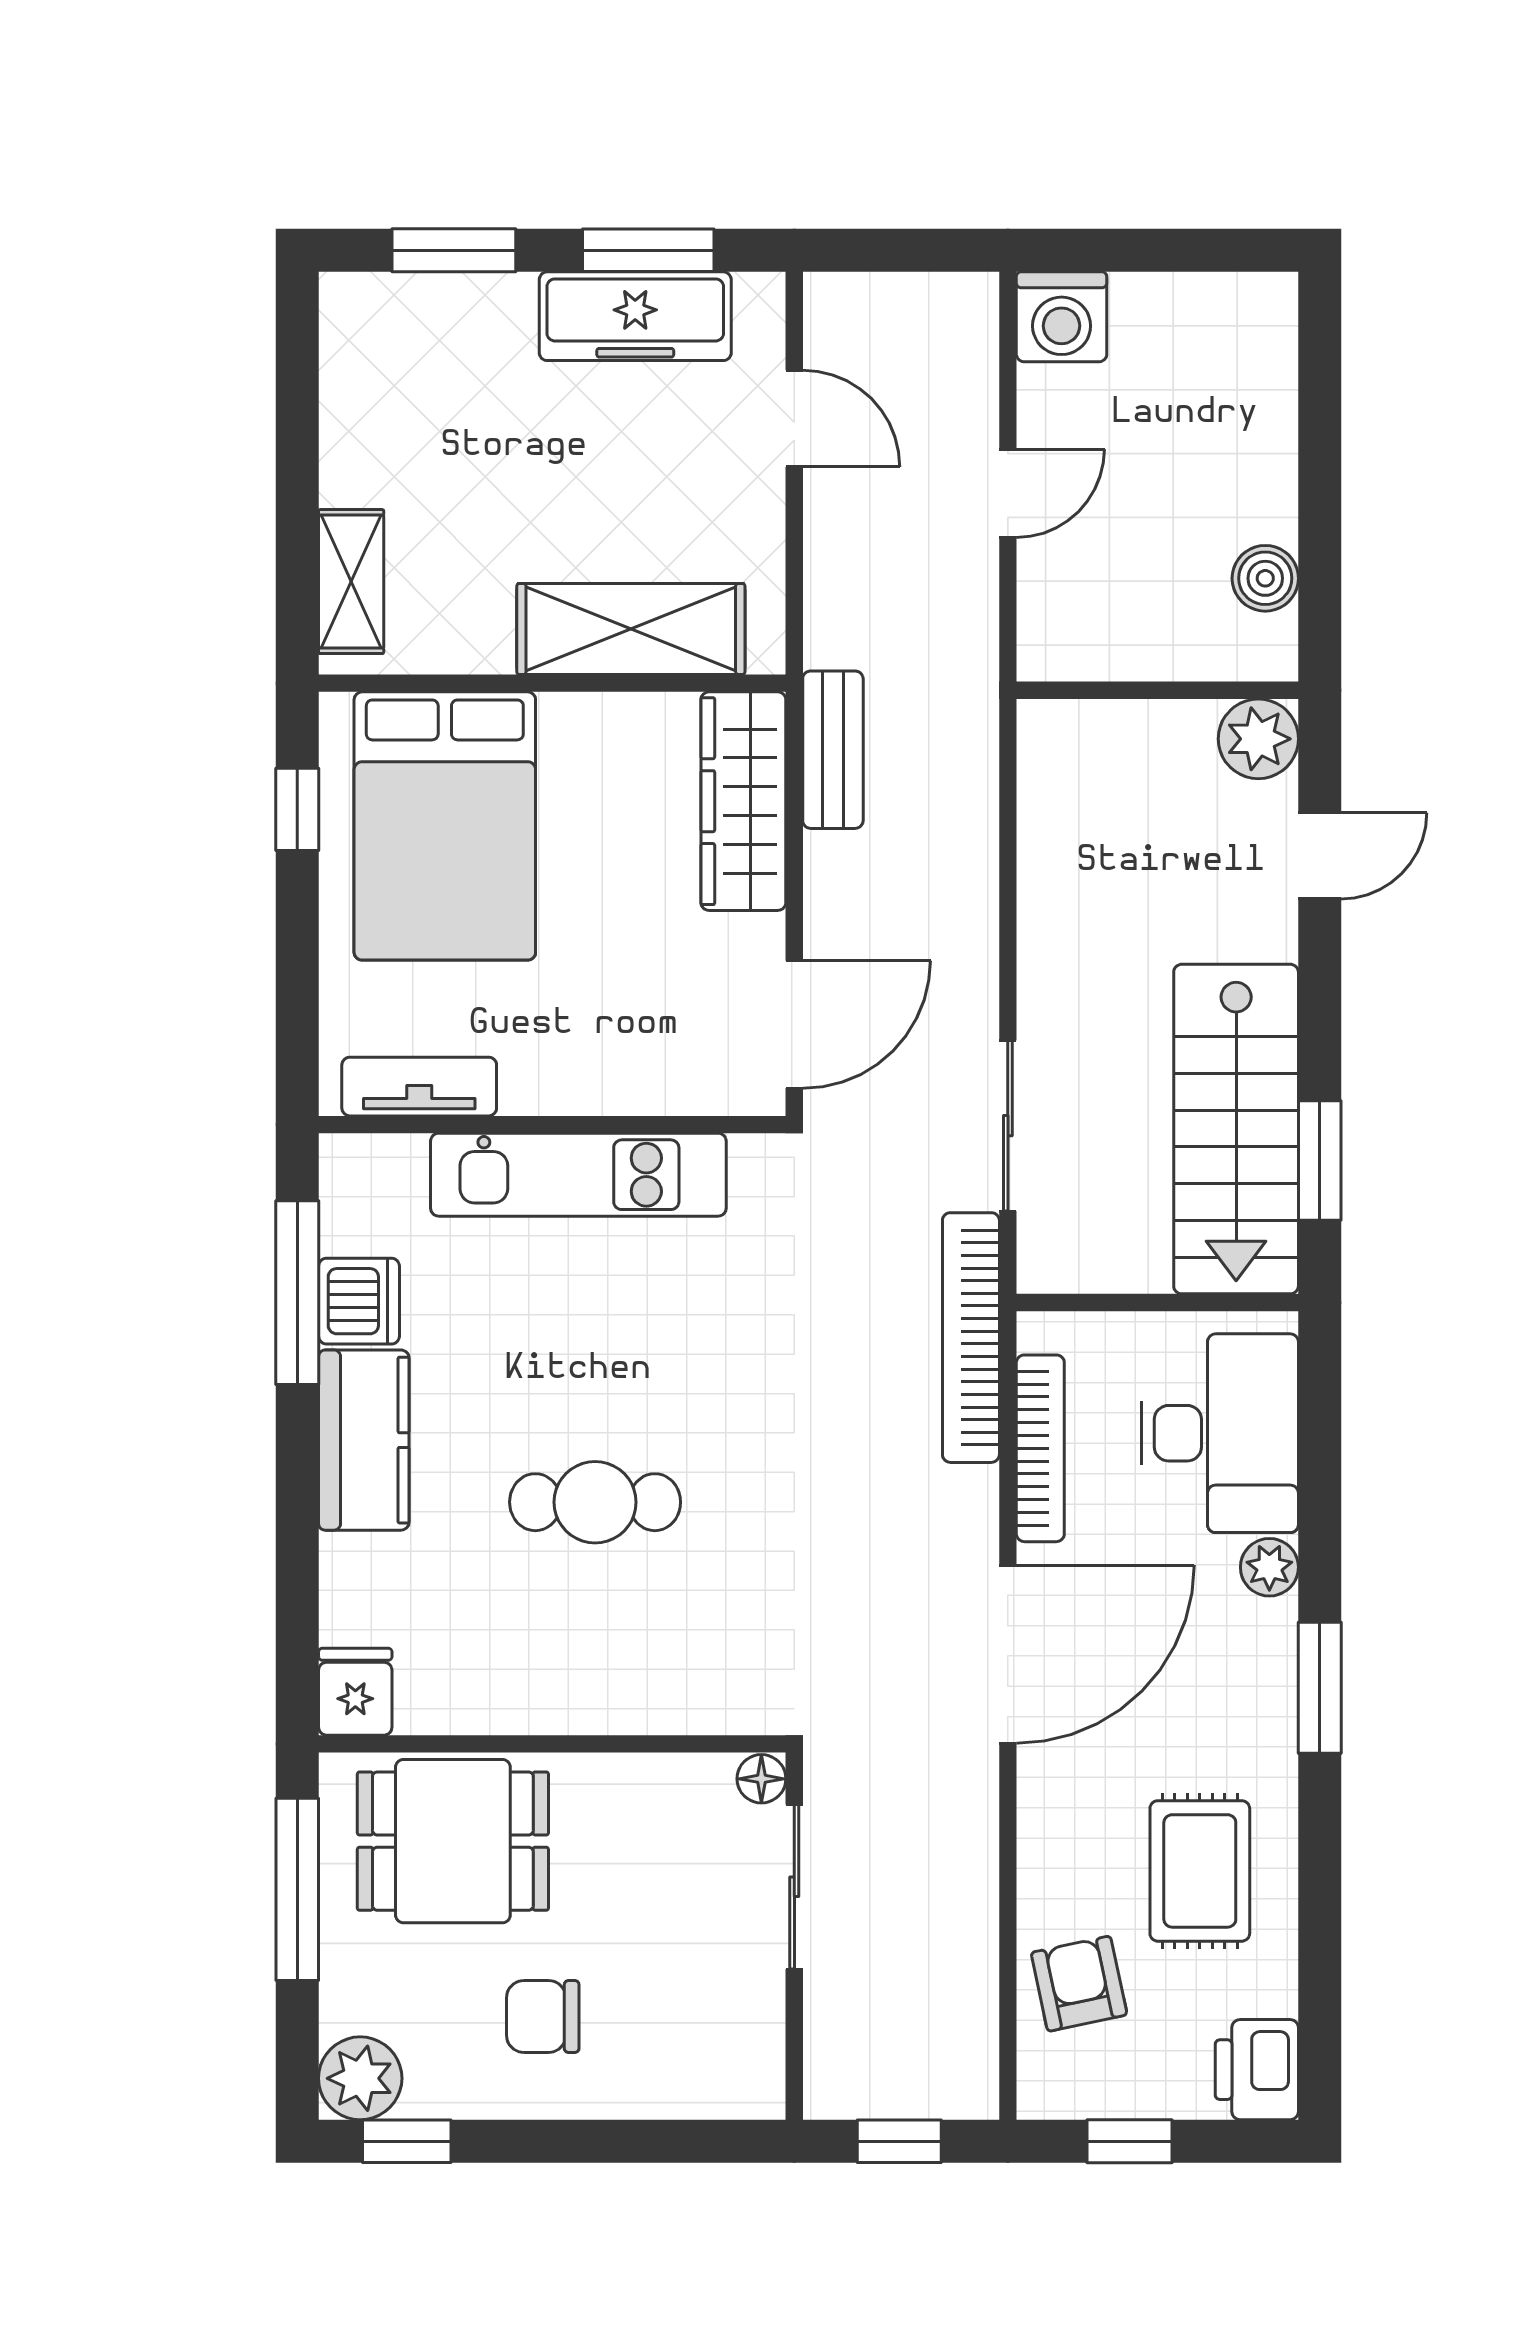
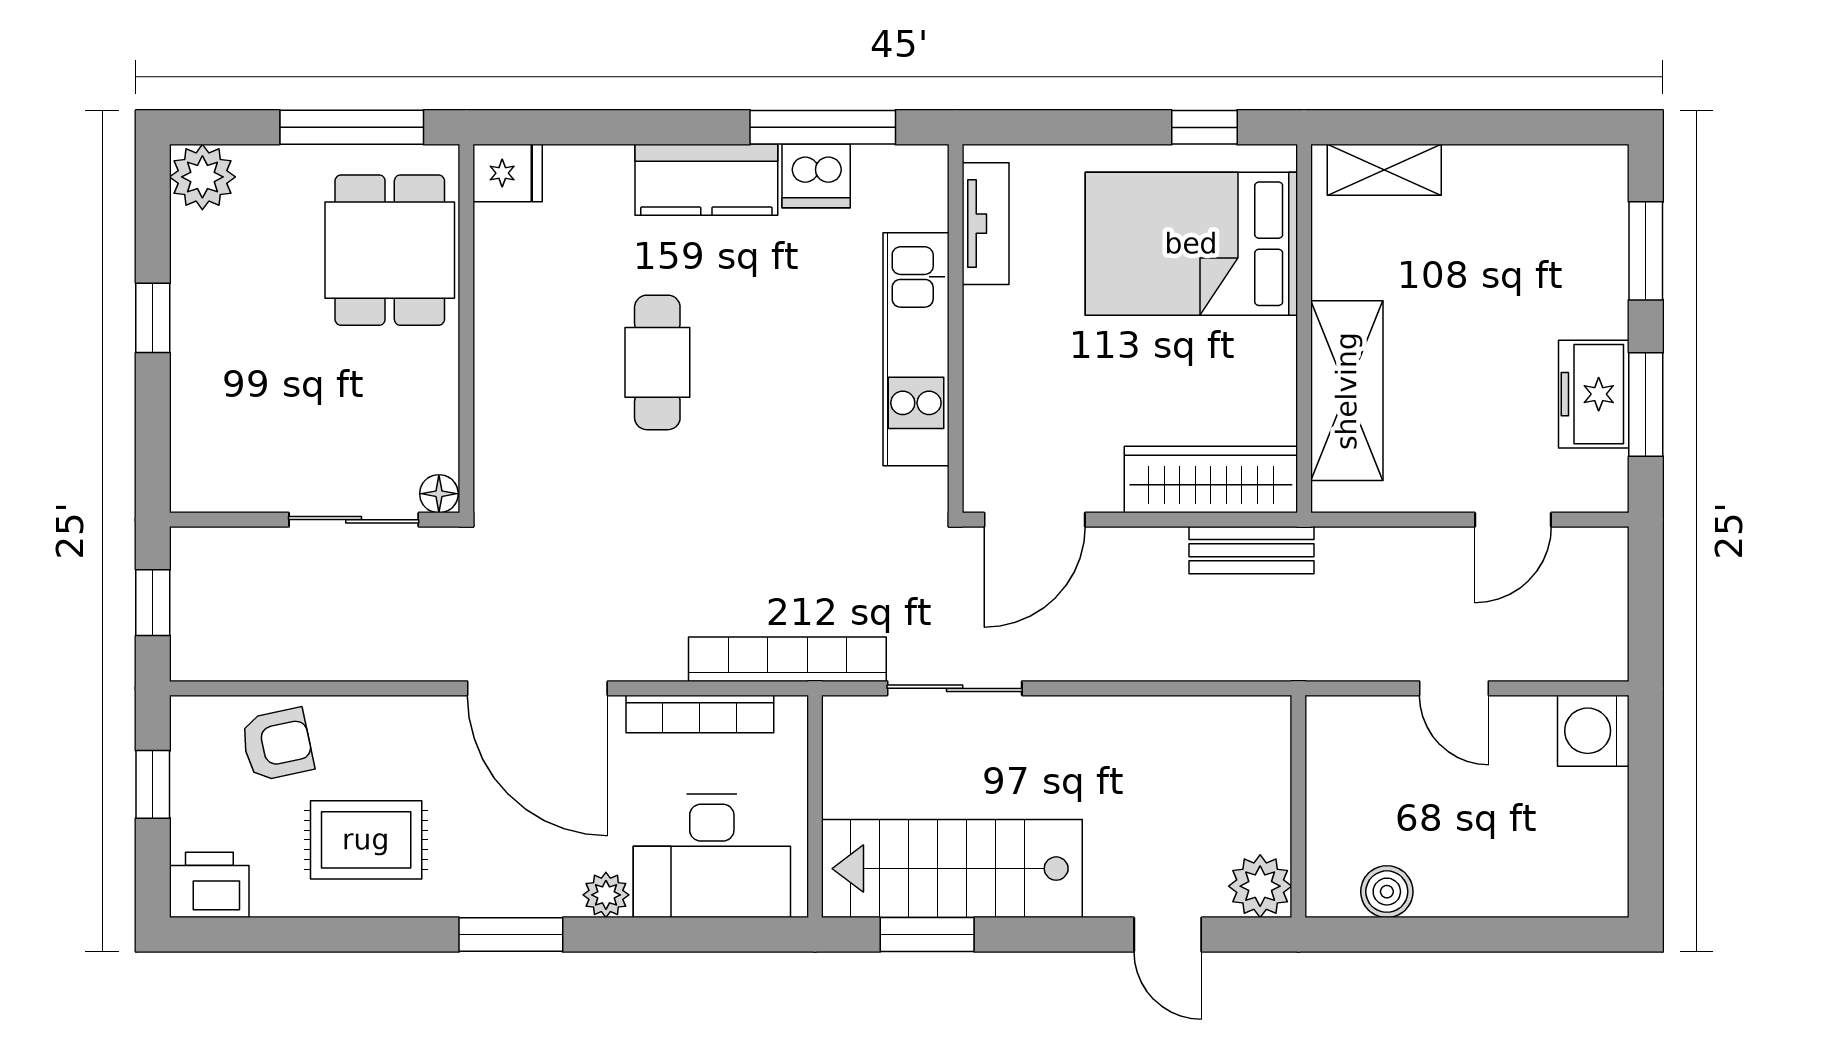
freezer: (635, 316) -> (1594, 394), width x0.71
door: (794, 1024) -> (1035, 520), hinge flipped
chair: (543, 2016) -> (251, 321), removed
window: (407, 2141) -> (153, 318), moved

